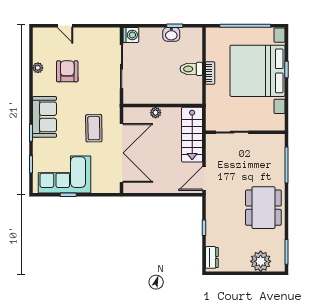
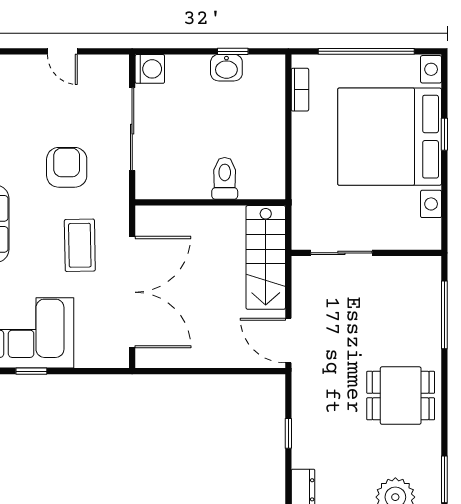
door: (65, 26) -> (62, 51), moved
toilet: (191, 69) -> (225, 178), moved, turned 90
armchair: (67, 71) -> (67, 167), moved
bookcase: (210, 73) -> (300, 90), moved
plant: (156, 113) -> (197, 216), removed
door: (204, 179) -> (288, 340), hinge flipped
dining table: (263, 208) -> (401, 396), width x0.73

